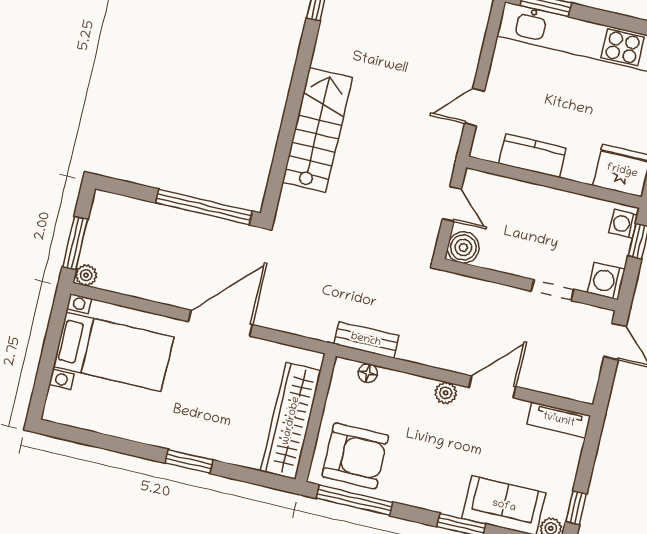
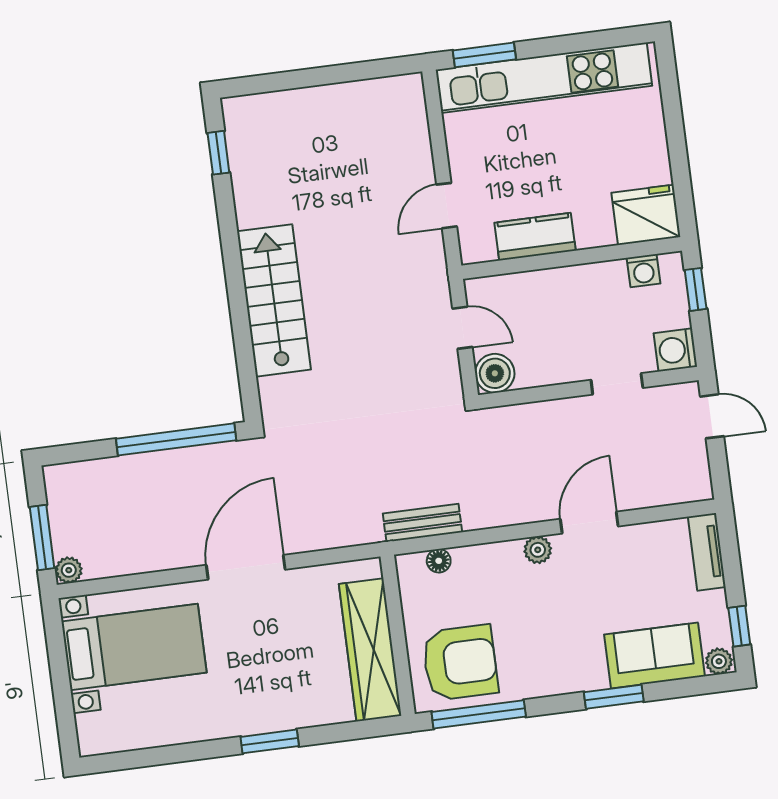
washing machine: (623, 224) -> (644, 271), moved, turned -90
tv unit: (559, 420) -> (707, 552), moved, turned 90

